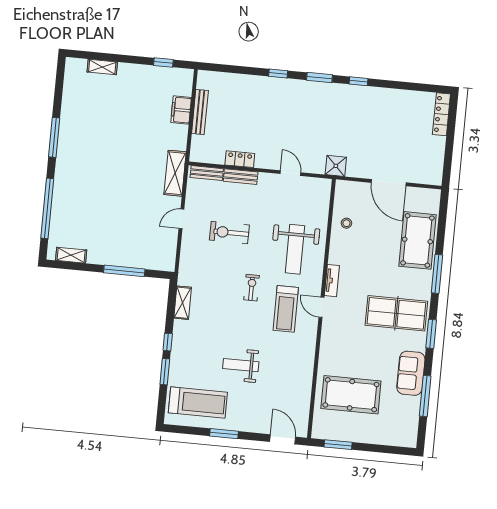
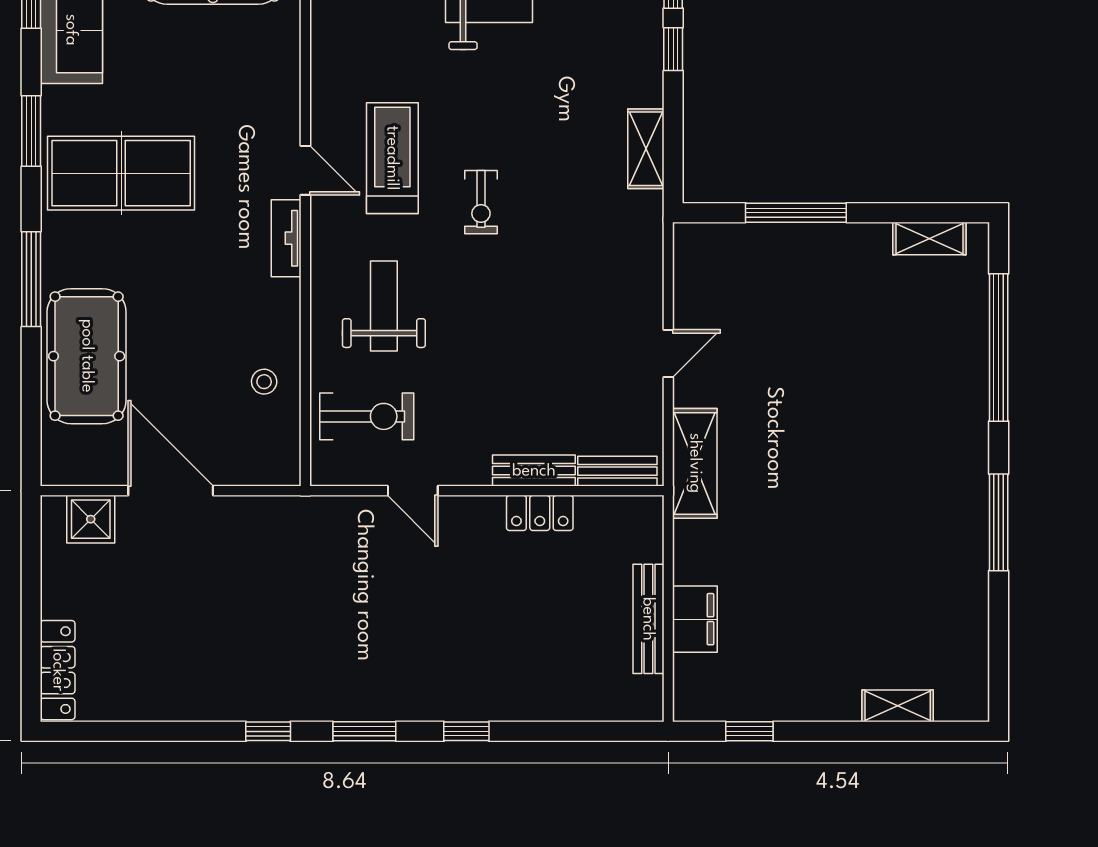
shower: (336, 166) -> (91, 519), moved
exercise bike: (229, 233) -> (367, 416), moved
weight bench: (295, 249) -> (384, 306), width x0.73, depth x0.75

